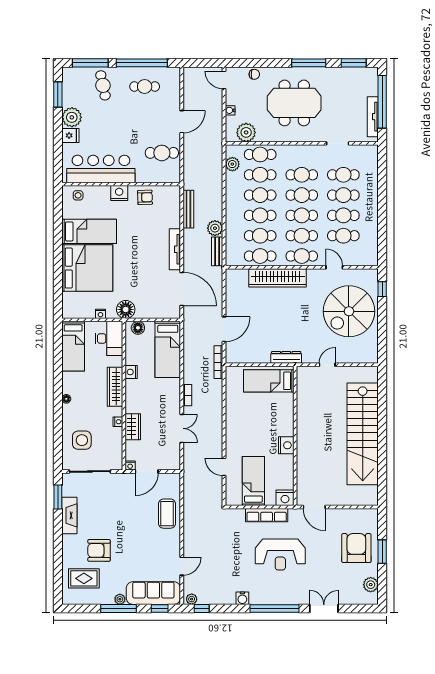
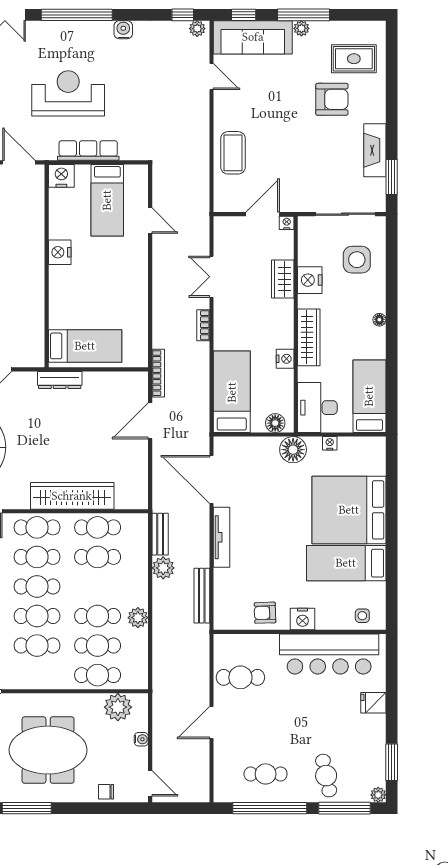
plant: (72, 117) -> (378, 795), moved, width x0.53, depth x0.53
plant: (232, 164) -> (138, 618), moved
cafe table: (260, 215) -> (98, 586), removed
nightstand: (118, 422) -> (310, 280), width x1.89, depth x1.79
door: (182, 566) -> (211, 76), swing flipped

